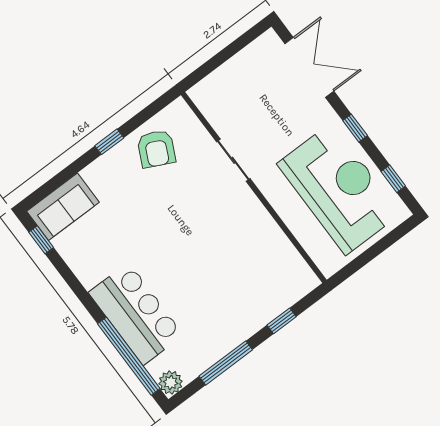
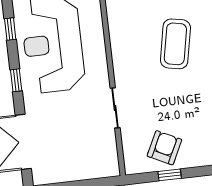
window: (109, 142) -> (170, 175), moved
coffee table: (209, 266) -> (175, 44), added

